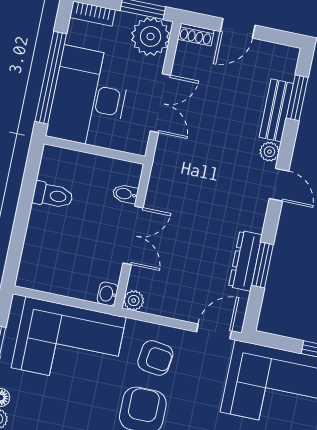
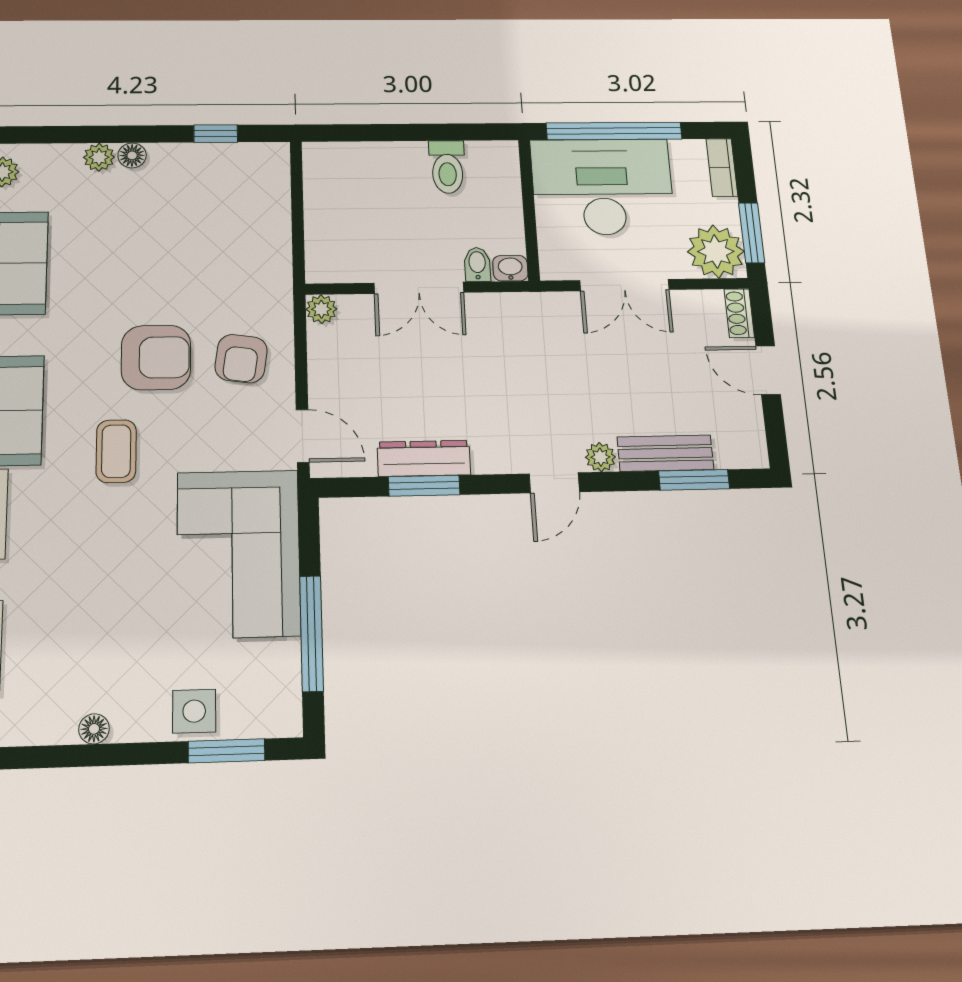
washbasin: (108, 294) -> (510, 268), moved
corner sofa: (69, 342) -> (236, 232), removed

